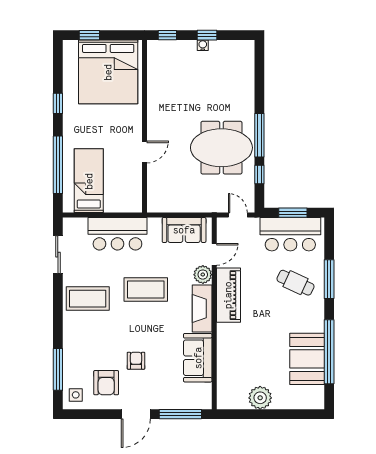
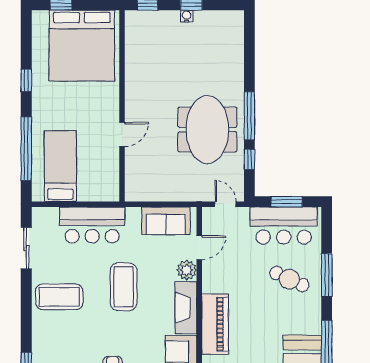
meeting table: (221, 148) -> (207, 130), turned 90
coffee table: (146, 290) -> (124, 287), turned 90
piano: (228, 295) -> (215, 324), moved

